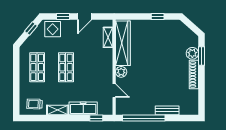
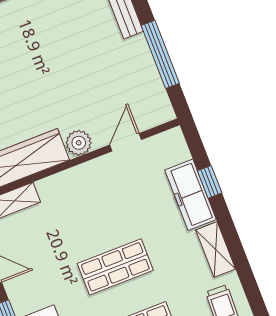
window: (96, 118) -> (210, 182), moved
window: (144, 118) -> (160, 54), width x0.68

